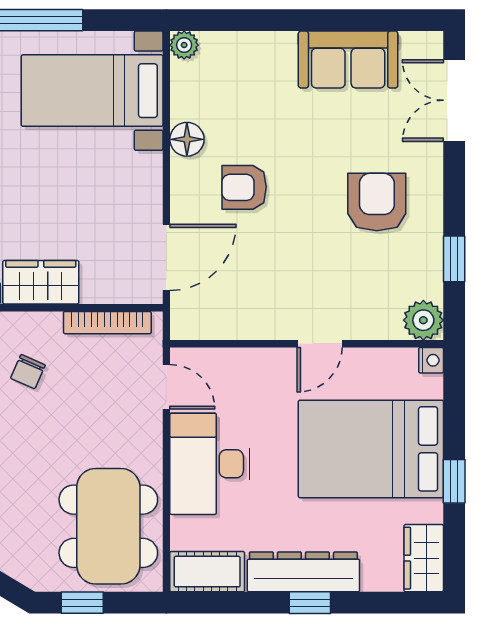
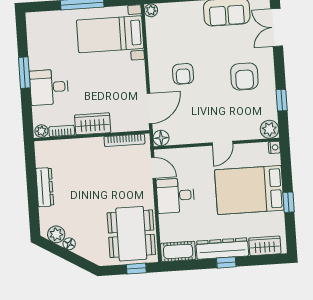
floor lamp: (187, 139) -> (161, 138), moved
armchair: (244, 187) -> (183, 74), turned -90
armchair: (377, 202) -> (244, 76), turned 180
chair: (28, 372) -> (90, 165), removed
desk: (210, 464) -> (175, 196), width x0.73
wardrobe: (424, 558) -> (265, 246), moved, turned 90
window: (82, 603) -> (136, 269), moved

